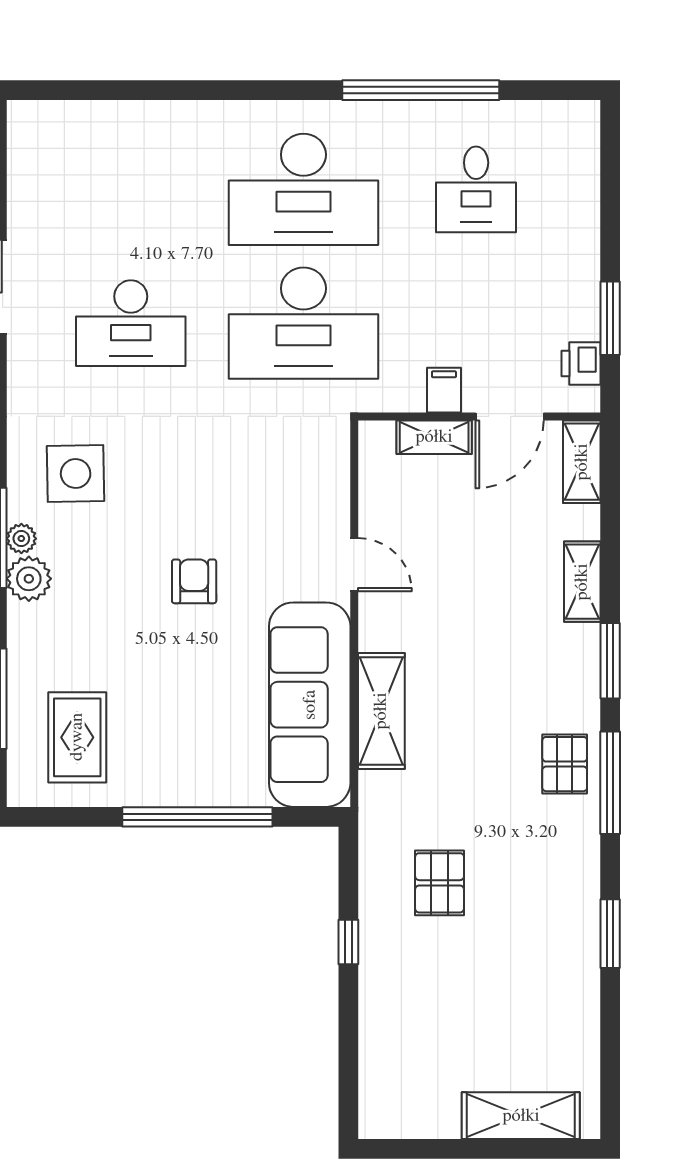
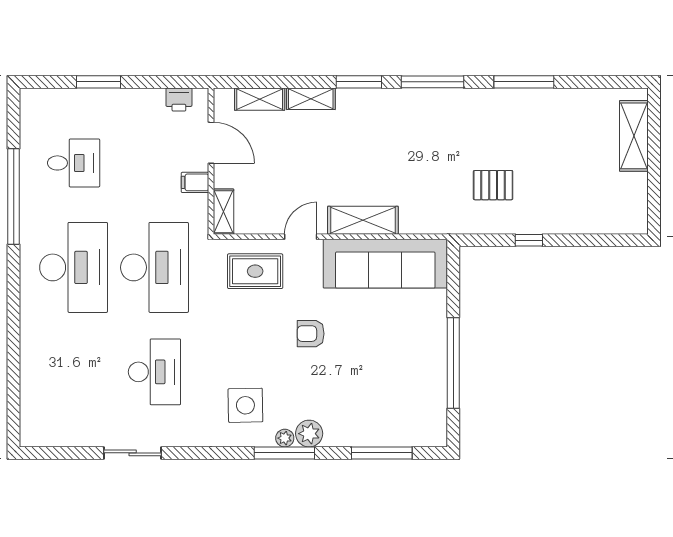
window: (610, 318) -> (98, 82), moved
shelving: (434, 437) -> (223, 212), moved
shelving: (582, 462) -> (260, 99), moved
shelving: (381, 711) -> (363, 220), moved
rug: (77, 737) -> (255, 271), moved
pallet: (565, 764) -> (421, 109), removed
window: (197, 817) -> (453, 363), moved
window: (610, 934) -> (524, 82), width x1.44

